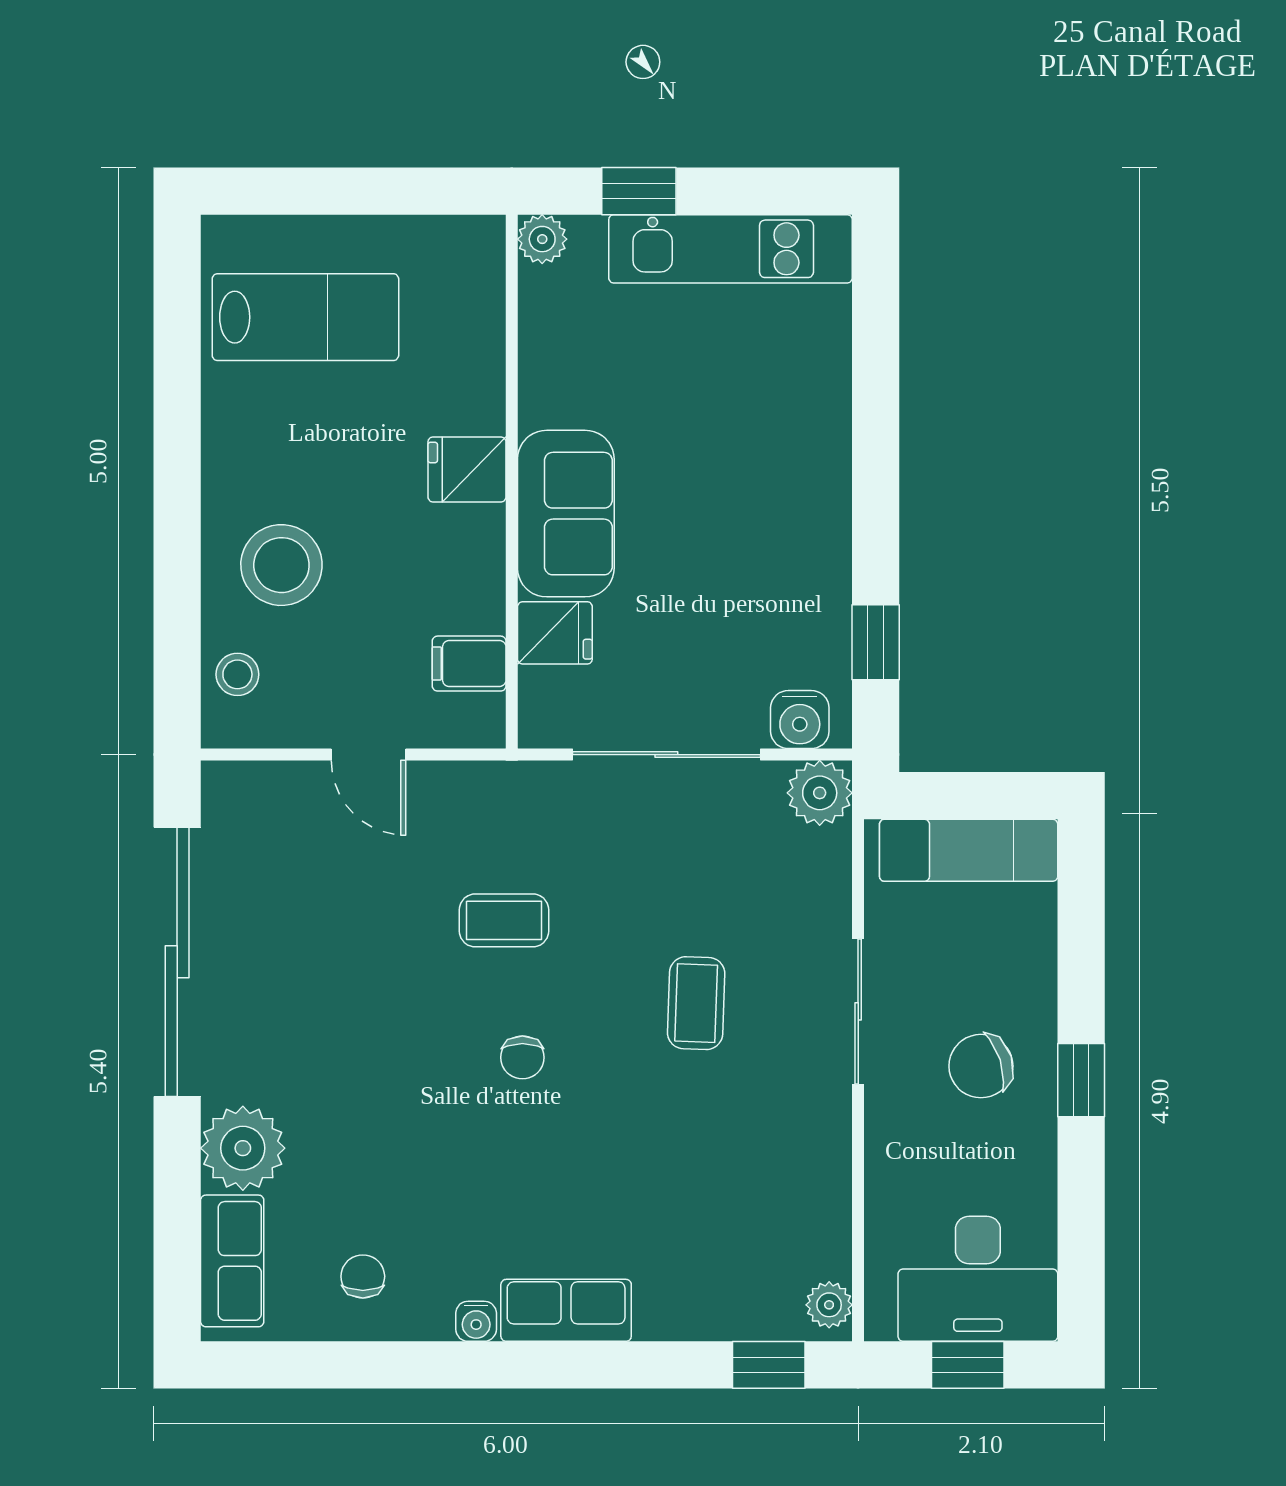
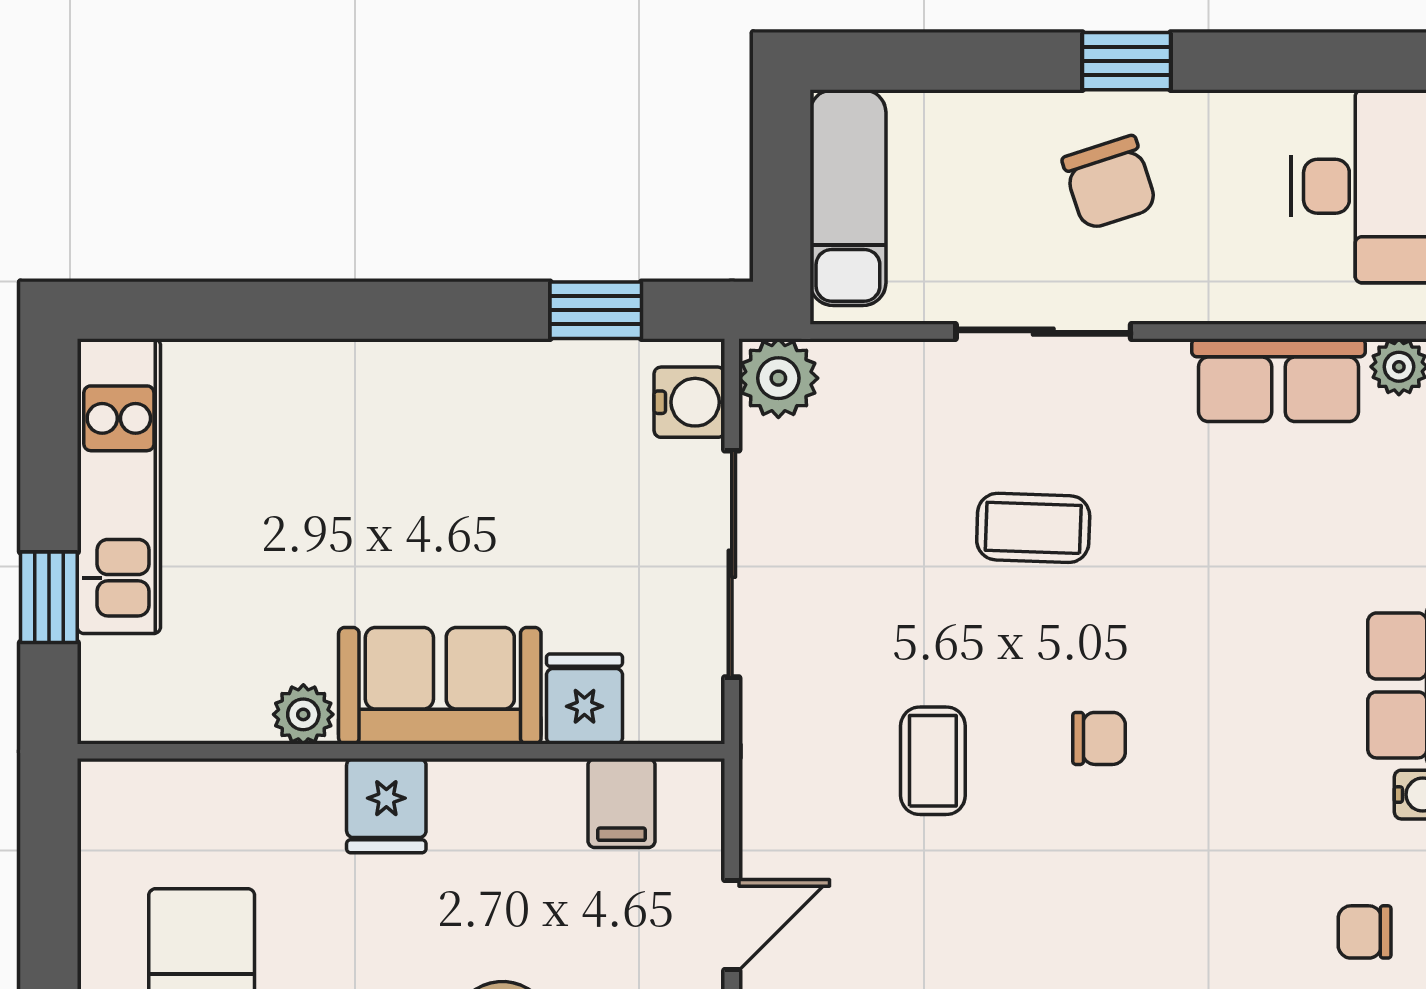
plant: (542, 239) -> (303, 714), moved
row of seats: (818, 1205) -> (1278, 380), added

